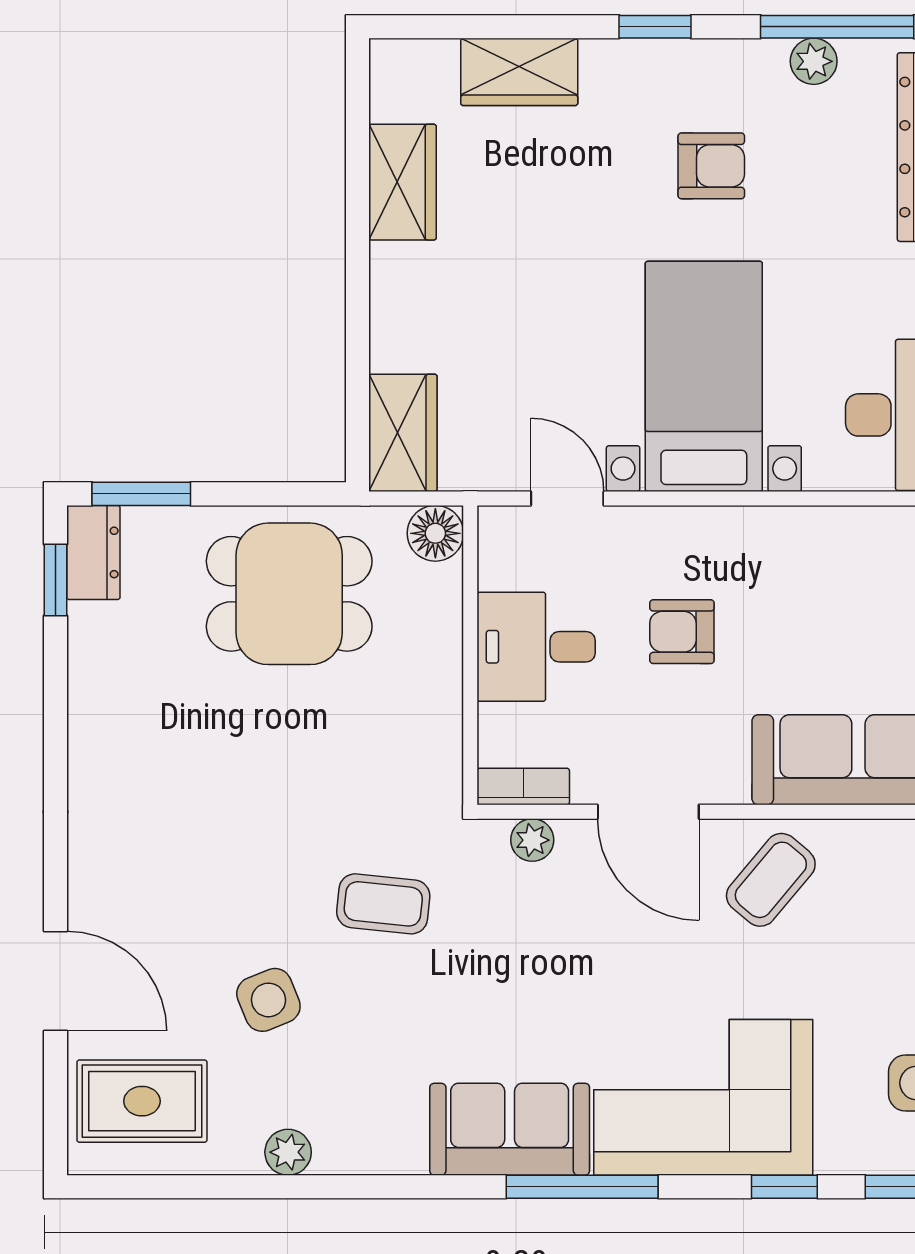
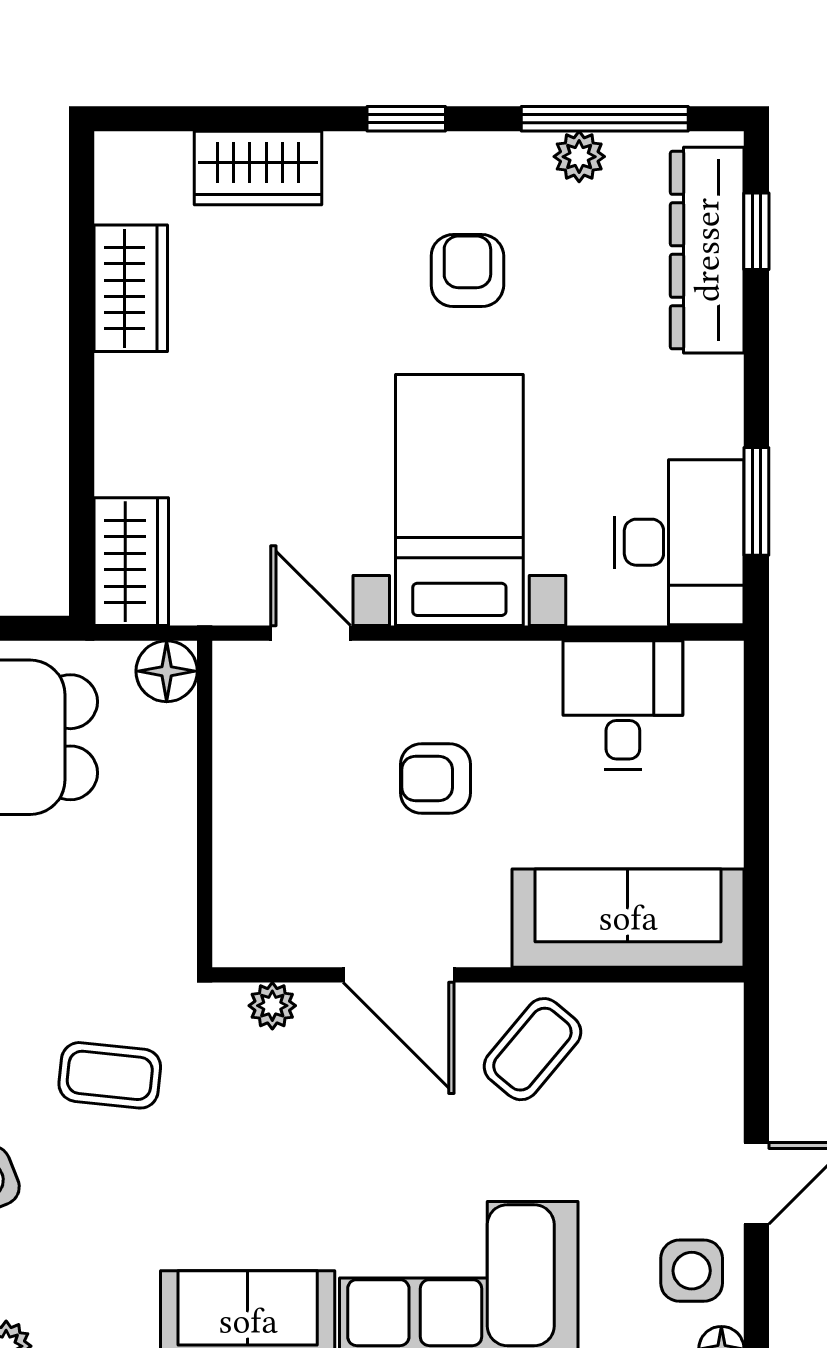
armchair: (711, 166) -> (467, 271), turned -90
desk: (536, 647) -> (623, 705), moved, turned 90
bookcase: (523, 787) -> (262, 947), removed

